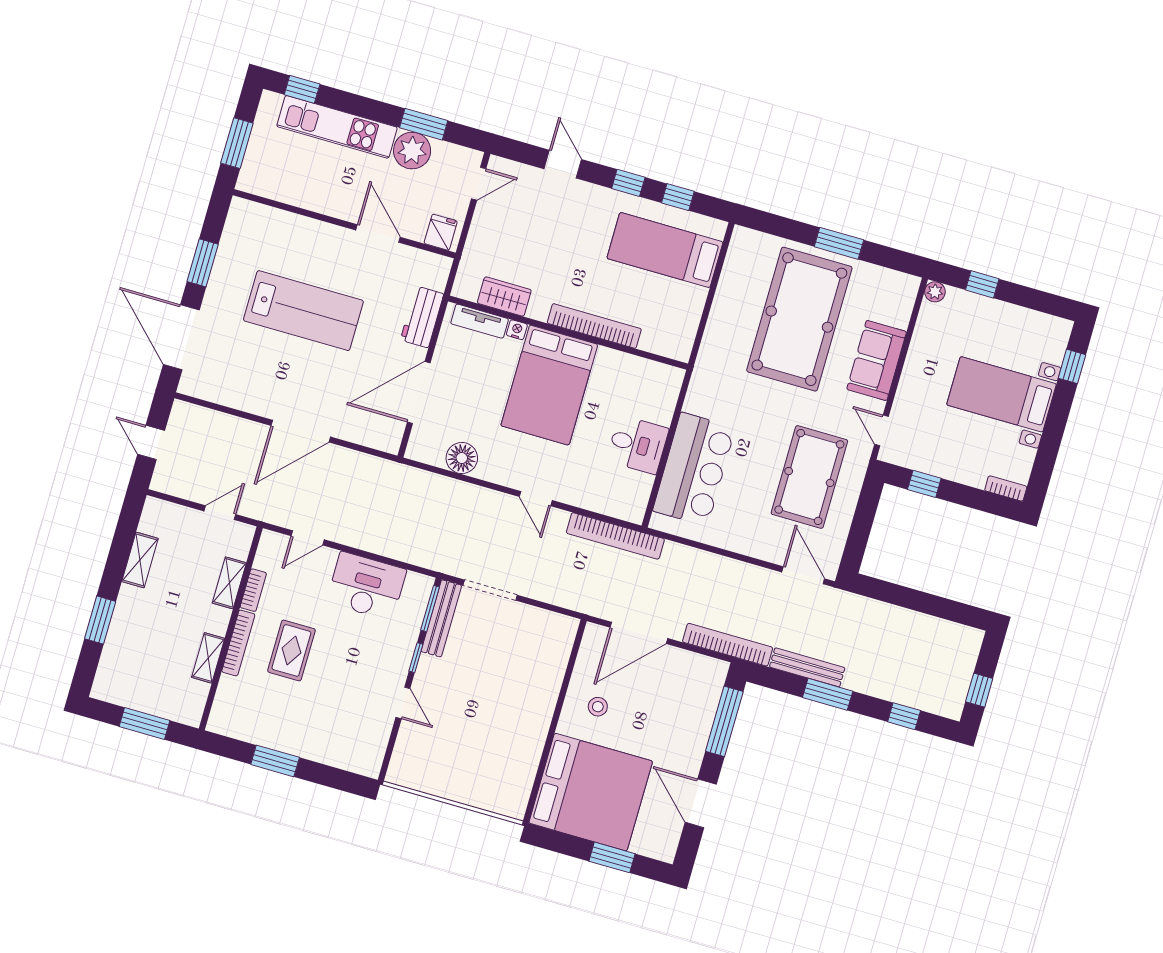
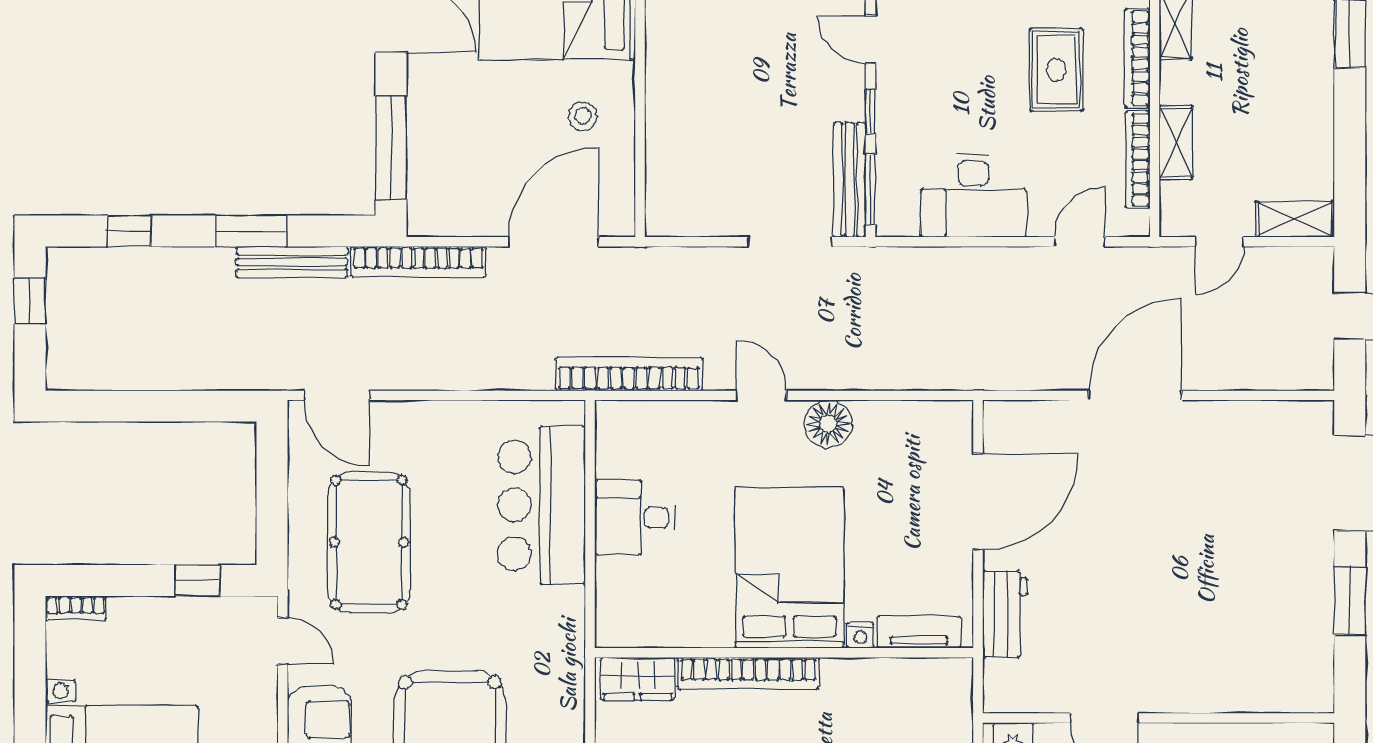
wardrobe: (504, 296) -> (638, 679), moved
lab bench: (303, 311) -> (1182, 573), removed
floor lamp: (462, 458) -> (828, 424), moved
shelving: (140, 560) -> (1295, 219), moved, turned 90
bookcase: (253, 590) -> (1138, 160), width x1.56

